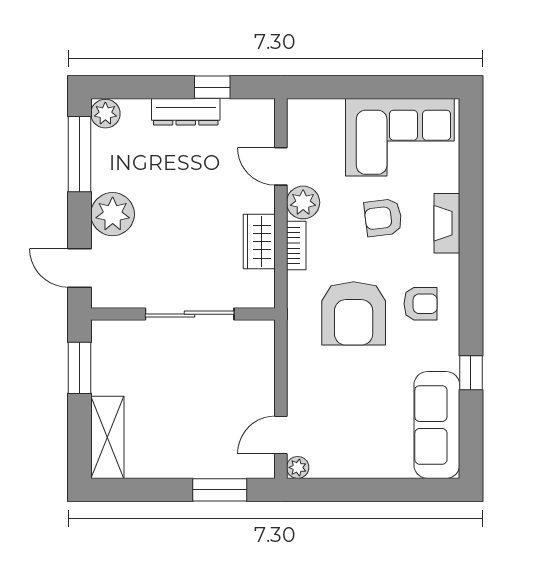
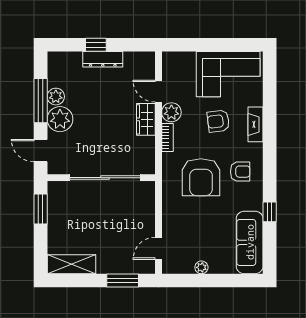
window: (212, 87) -> (96, 45), moved
plant: (105, 114) -> (56, 97), moved
window: (80, 154) -> (41, 101), moved
wardrobe: (259, 242) -> (146, 119), moved
sliding door: (190, 314) -> (105, 178), width x1.36
shelving: (107, 437) -> (71, 264), moved, turned 90
plant: (298, 467) -> (201, 267), moved

